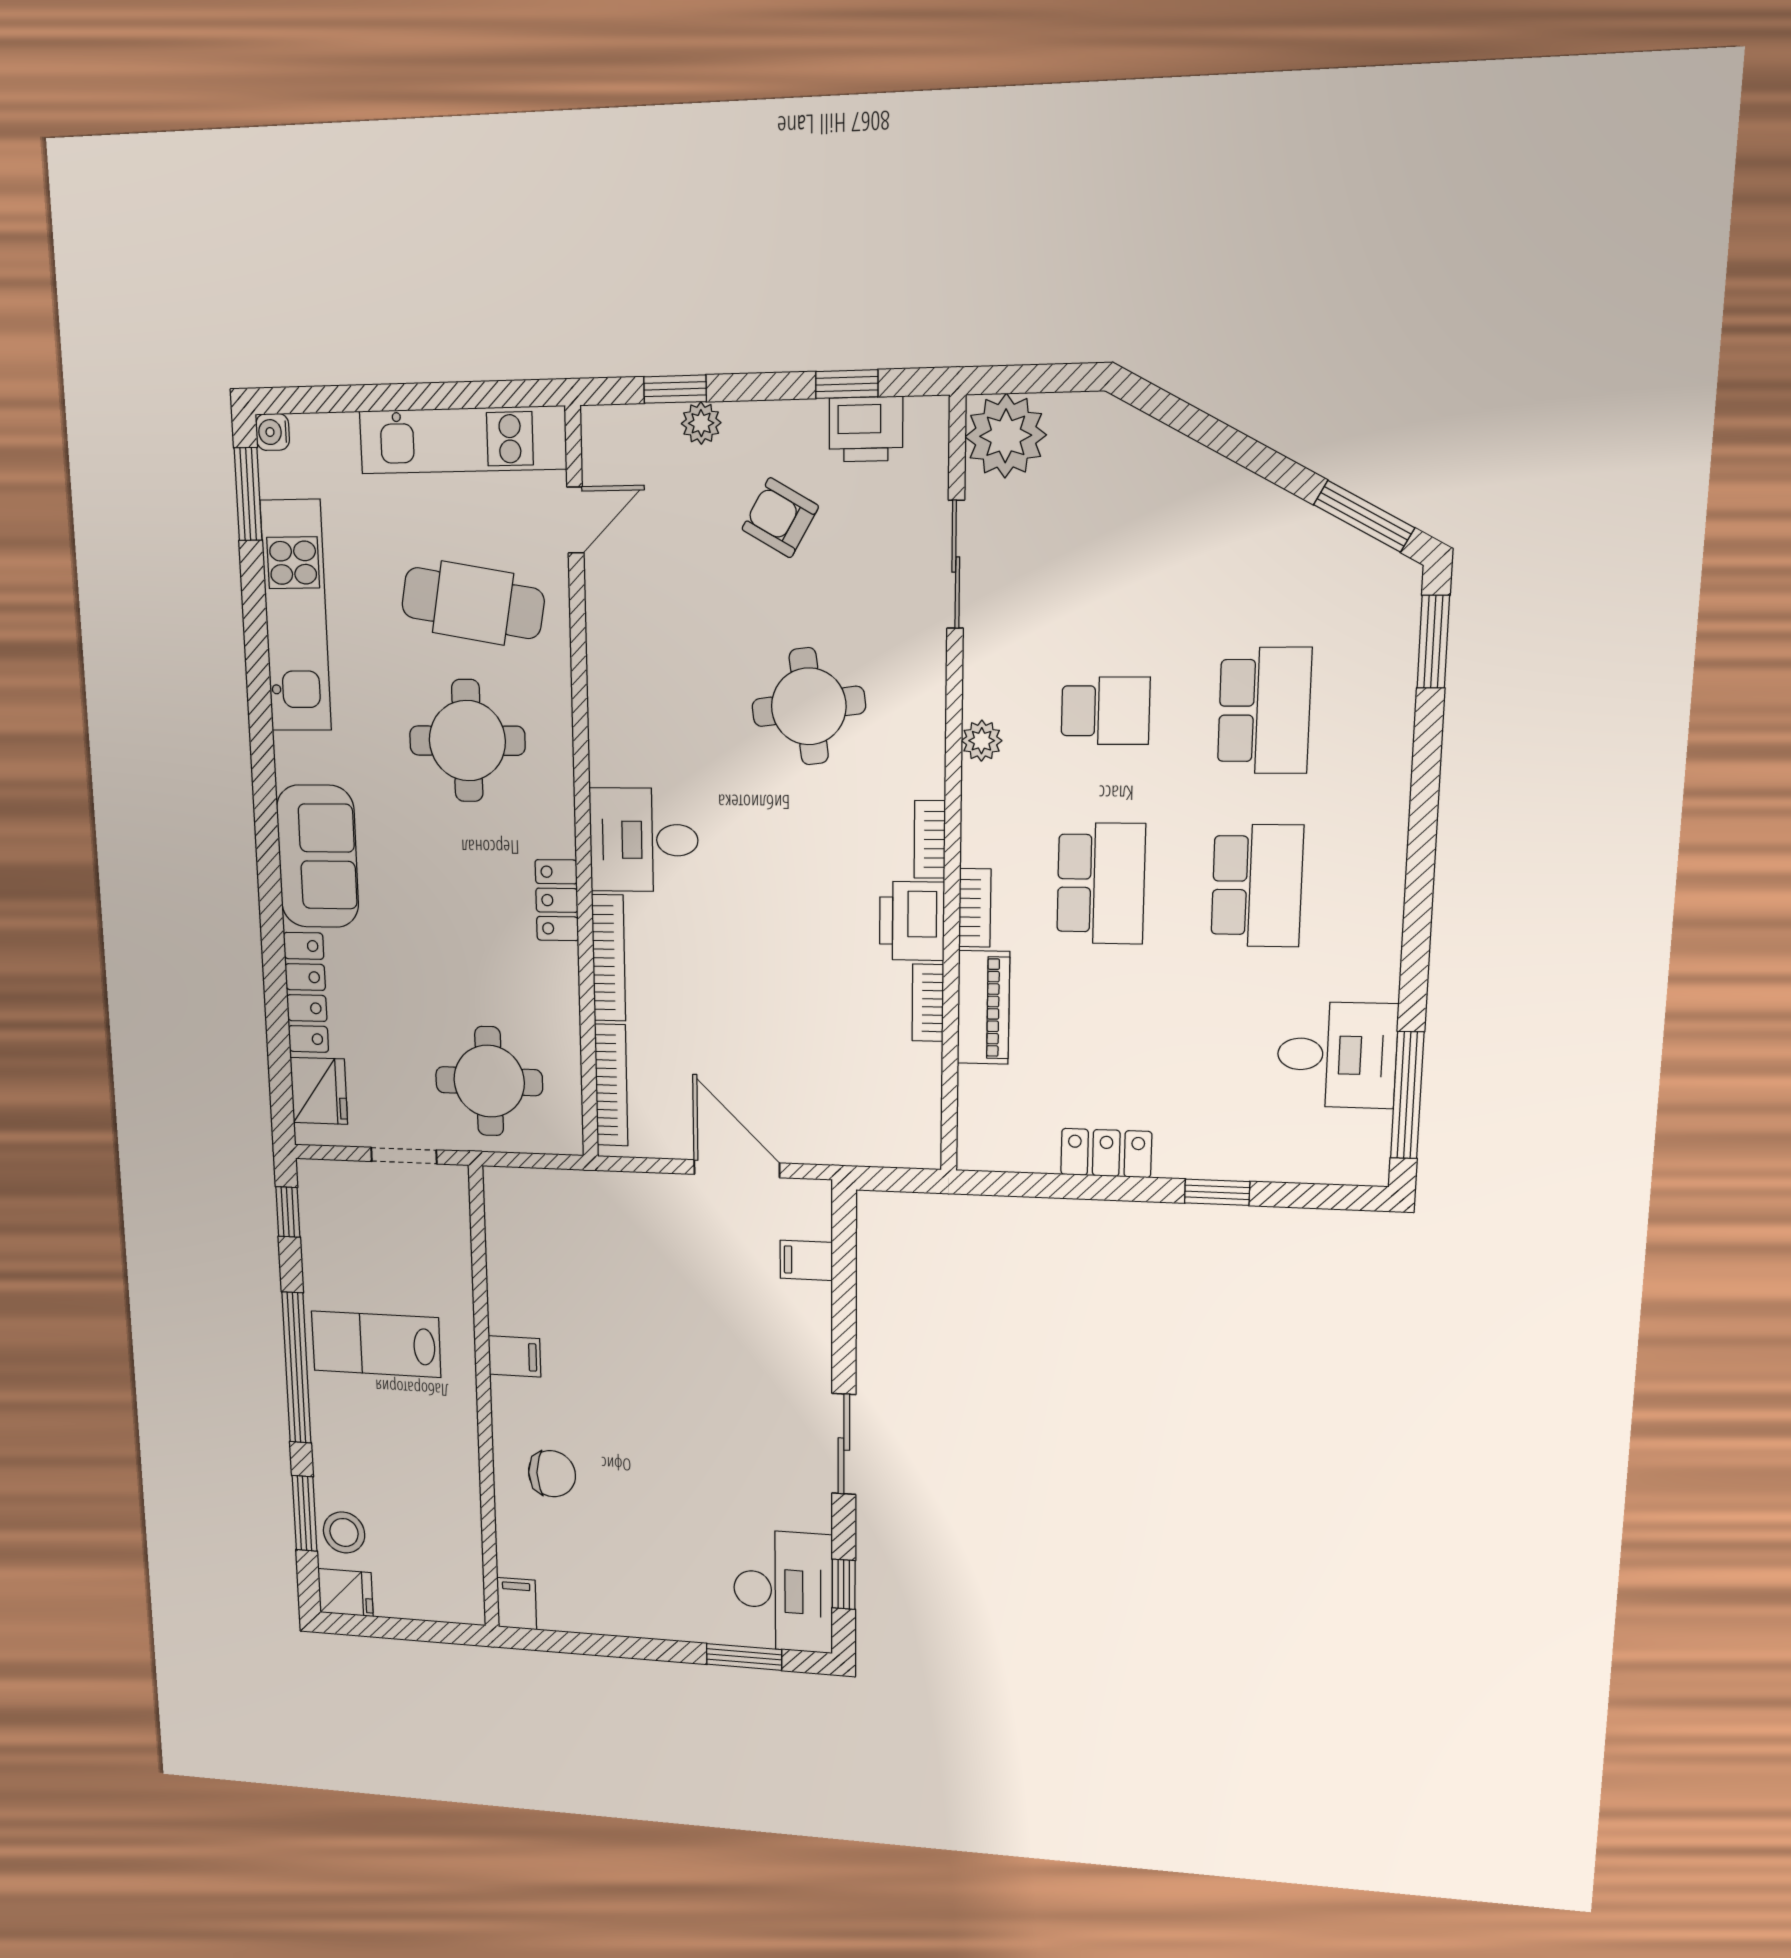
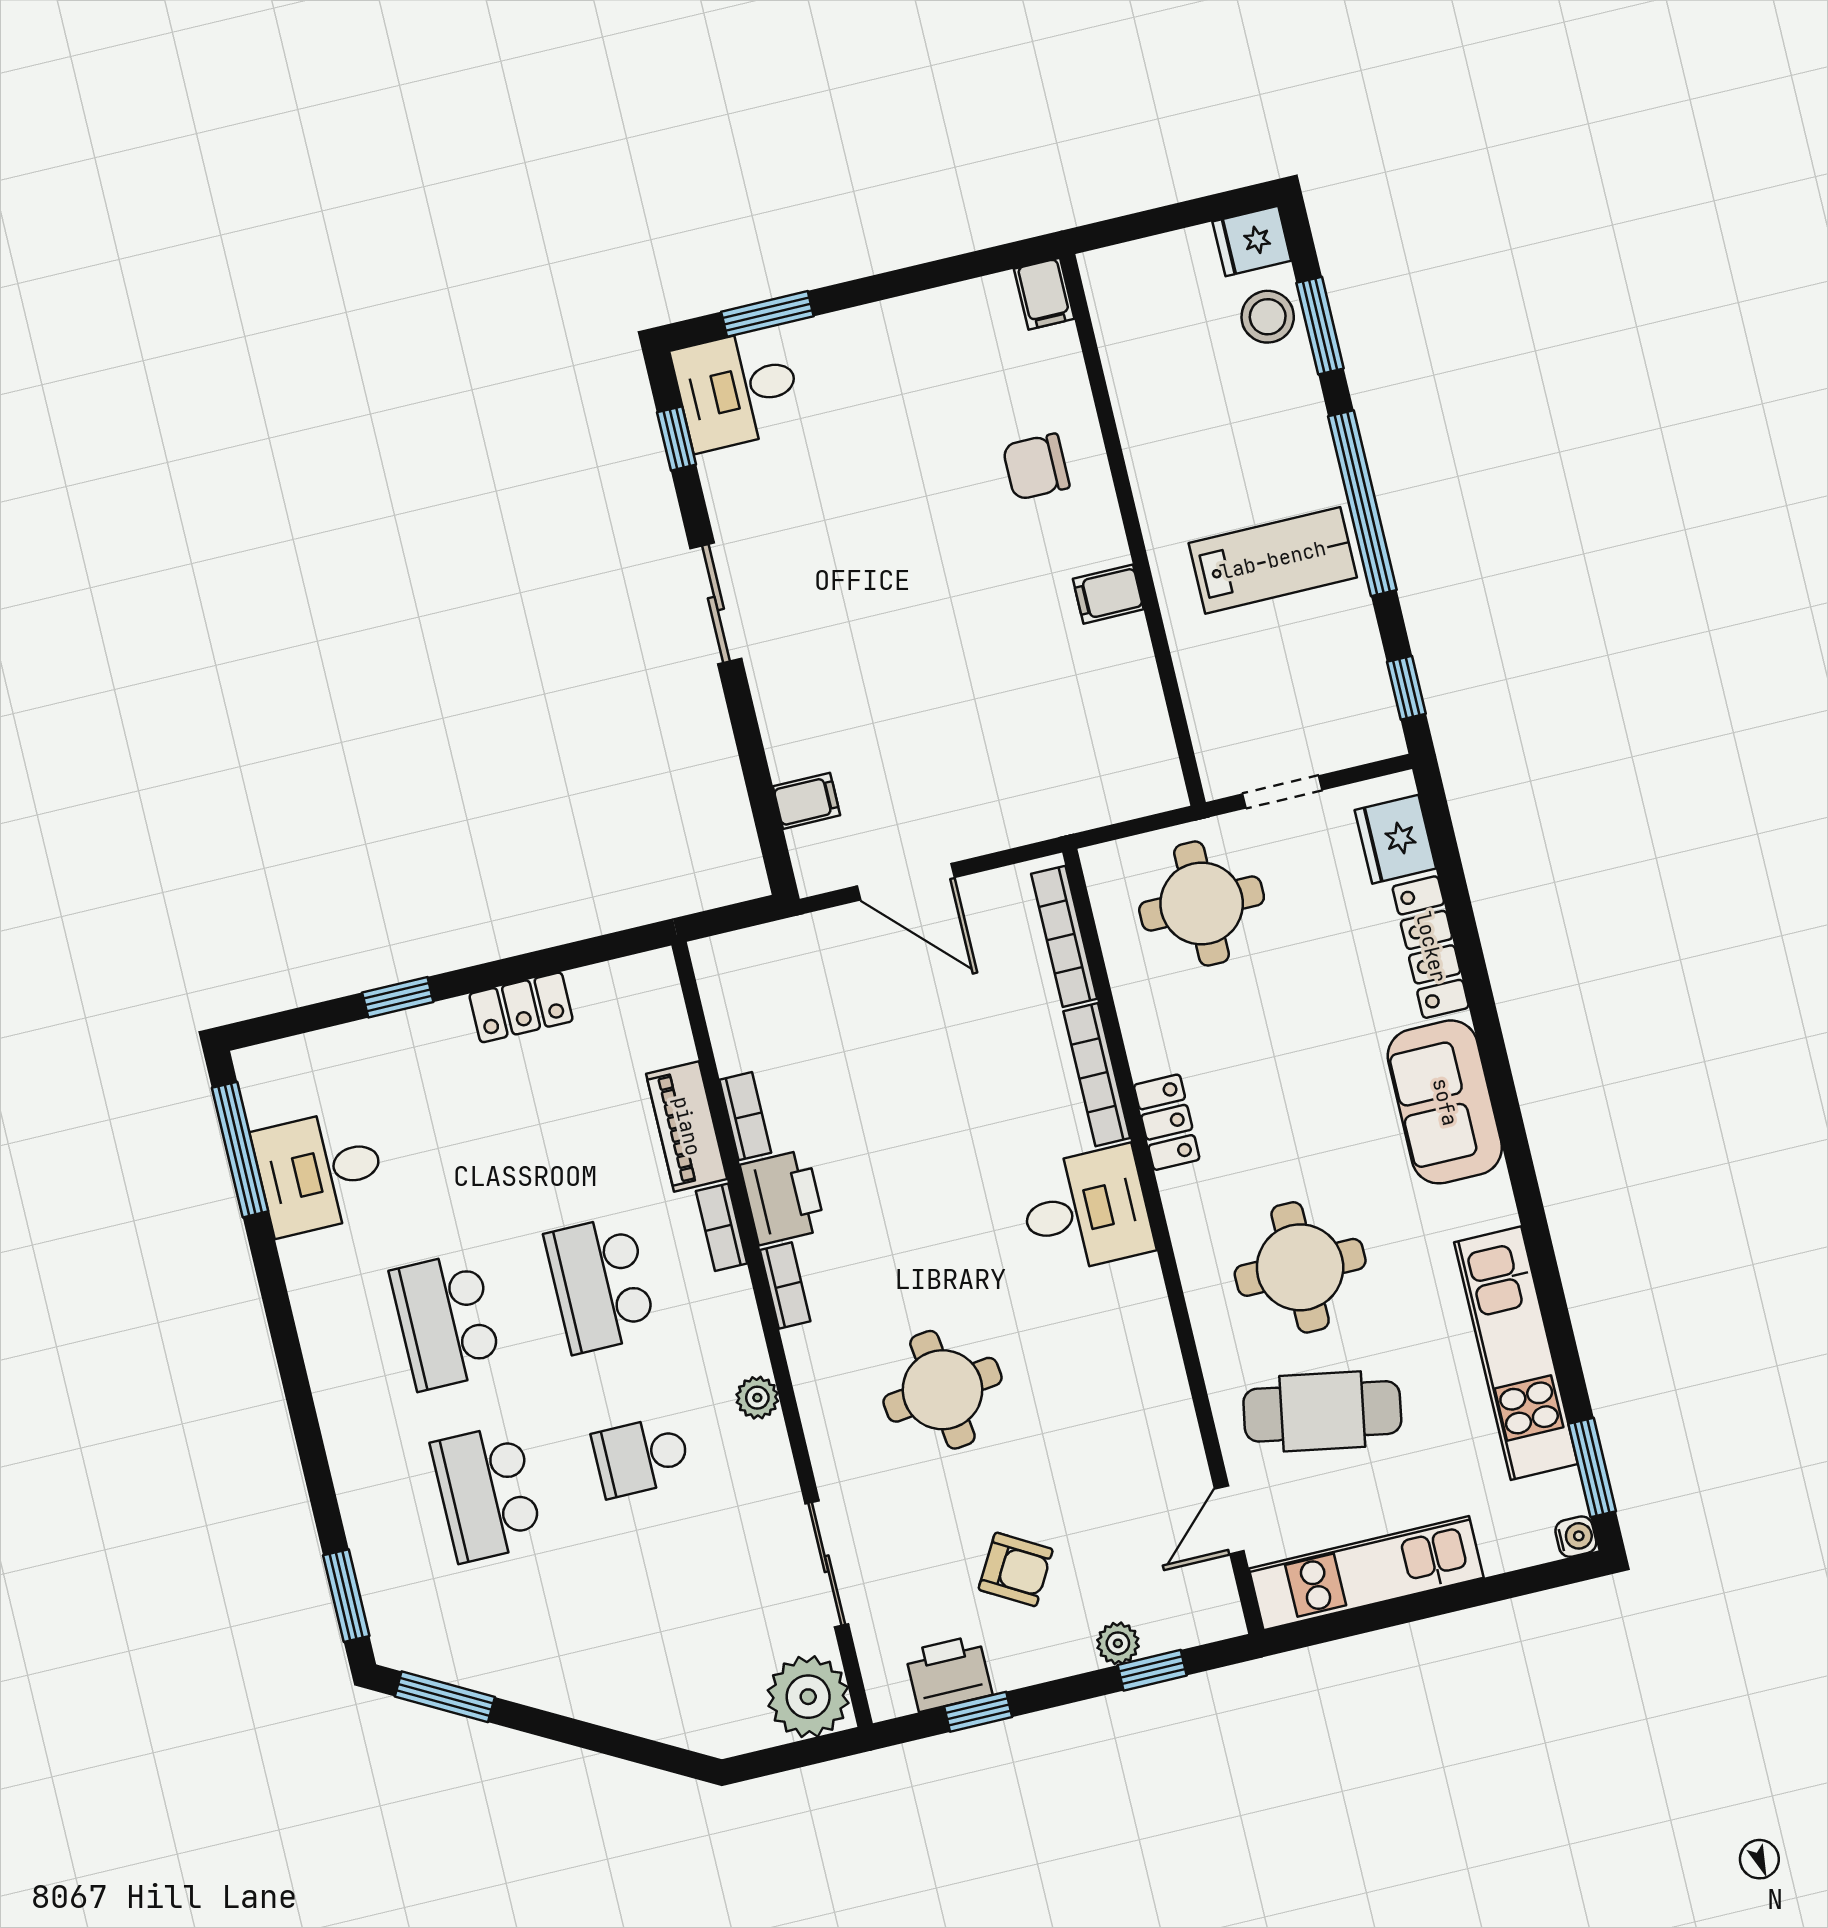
desk: (783, 1591) -> (737, 389), width x0.73

